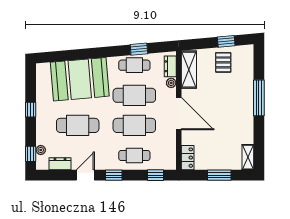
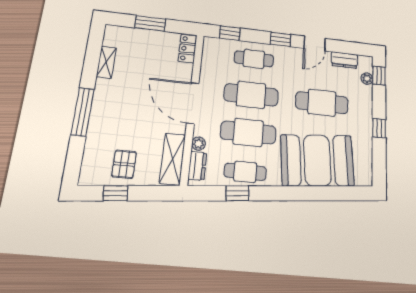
shelving: (248, 157) -> (106, 62), moved

